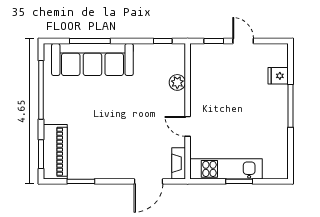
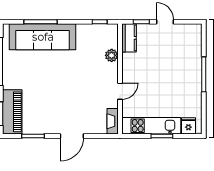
kitchen counter: (199, 61) -> (129, 38), added
fridge: (278, 76) -> (188, 126), moved, turned 90
door: (188, 126) -> (120, 91), swing flipped
door: (148, 181) -> (72, 136), moved

